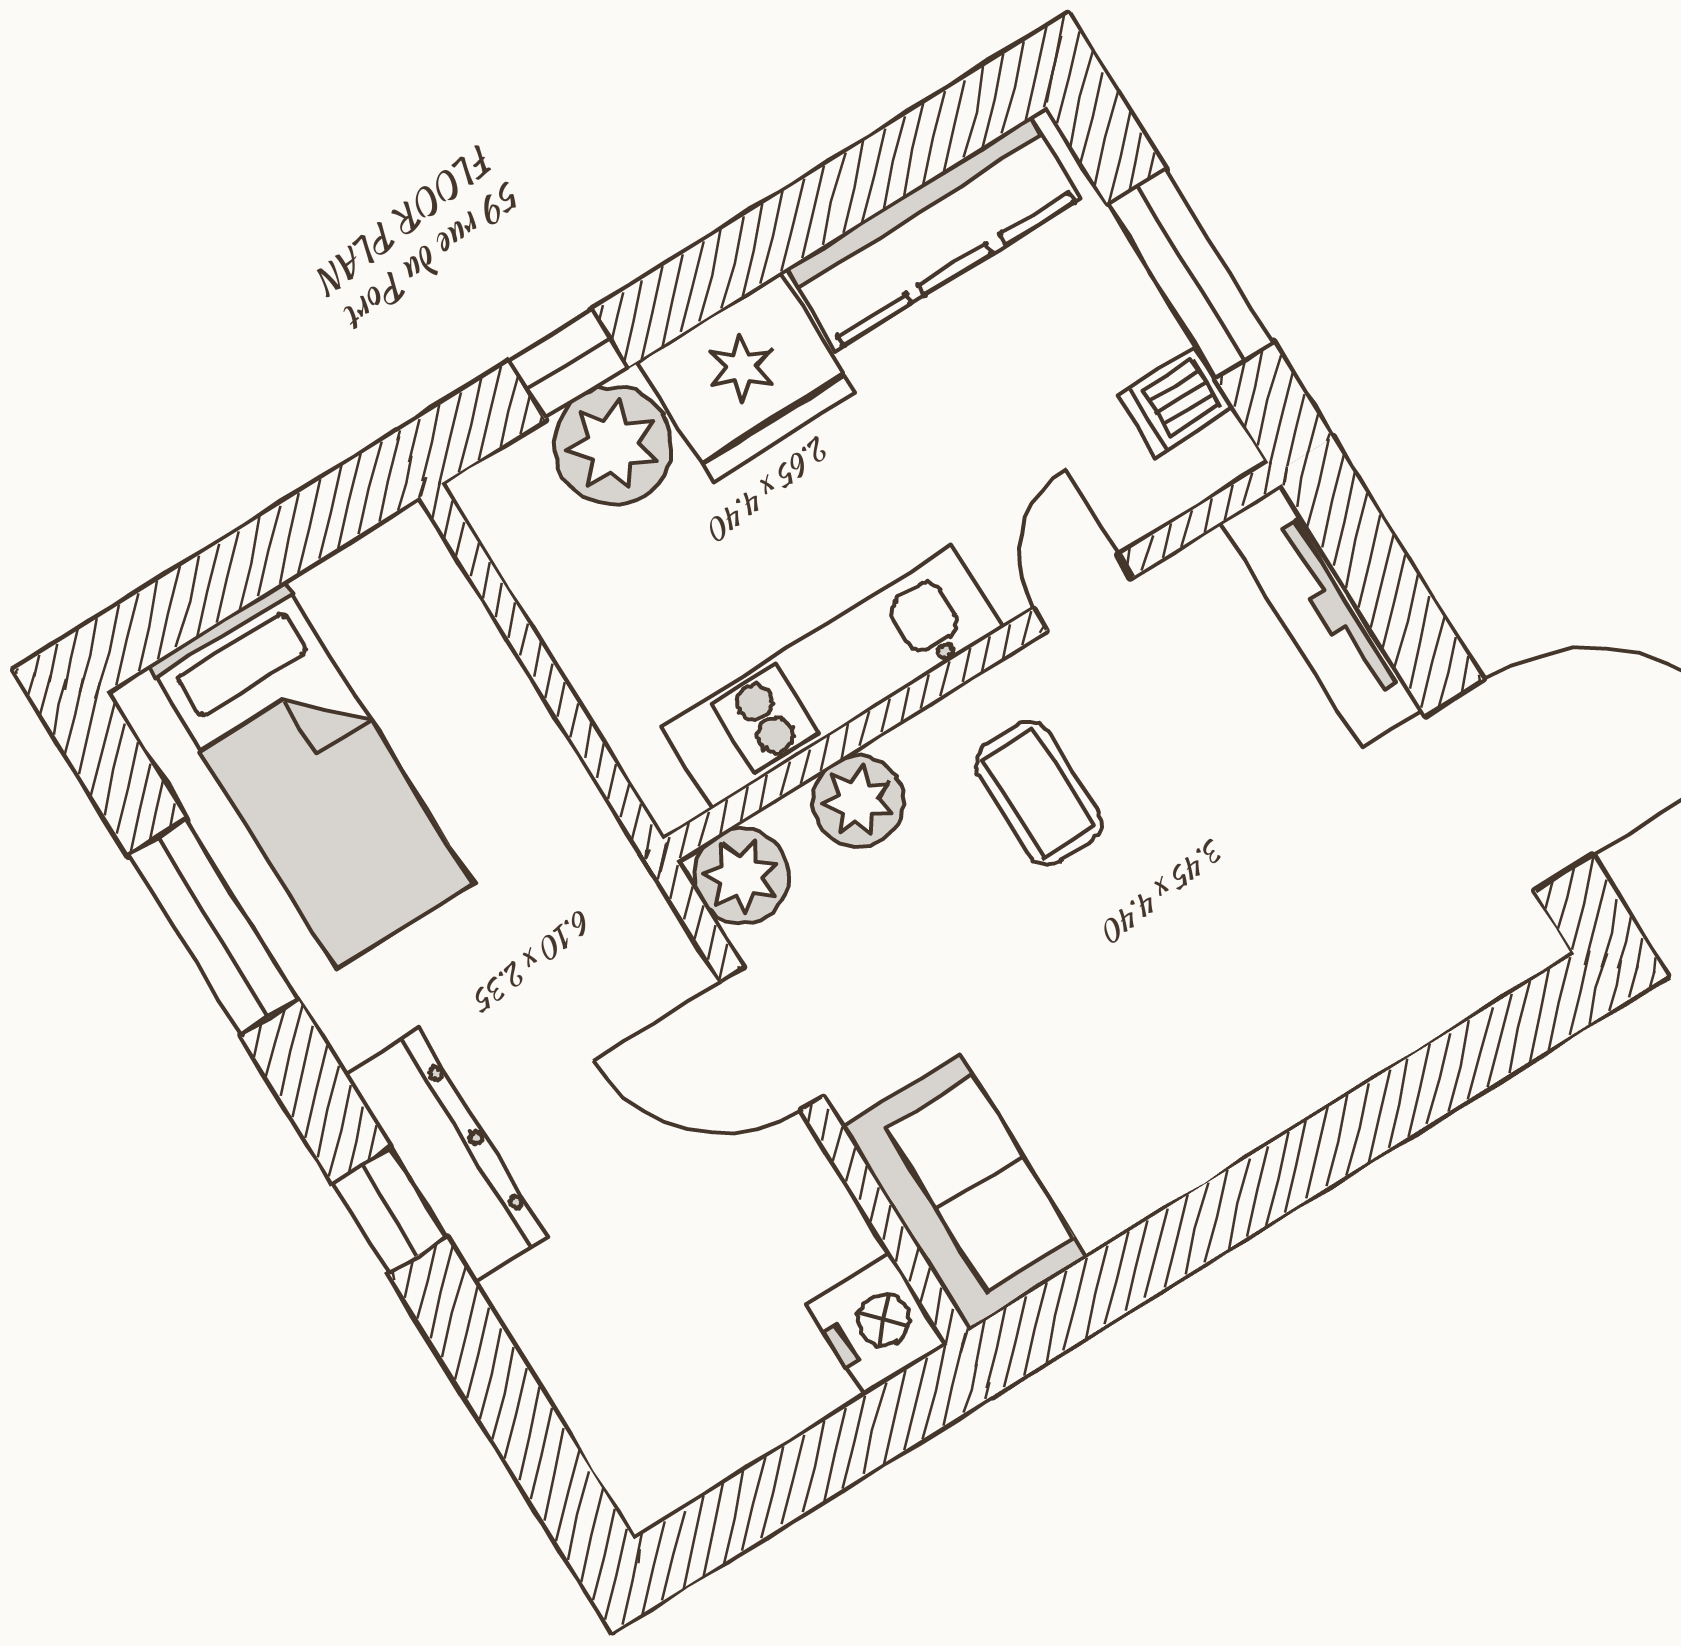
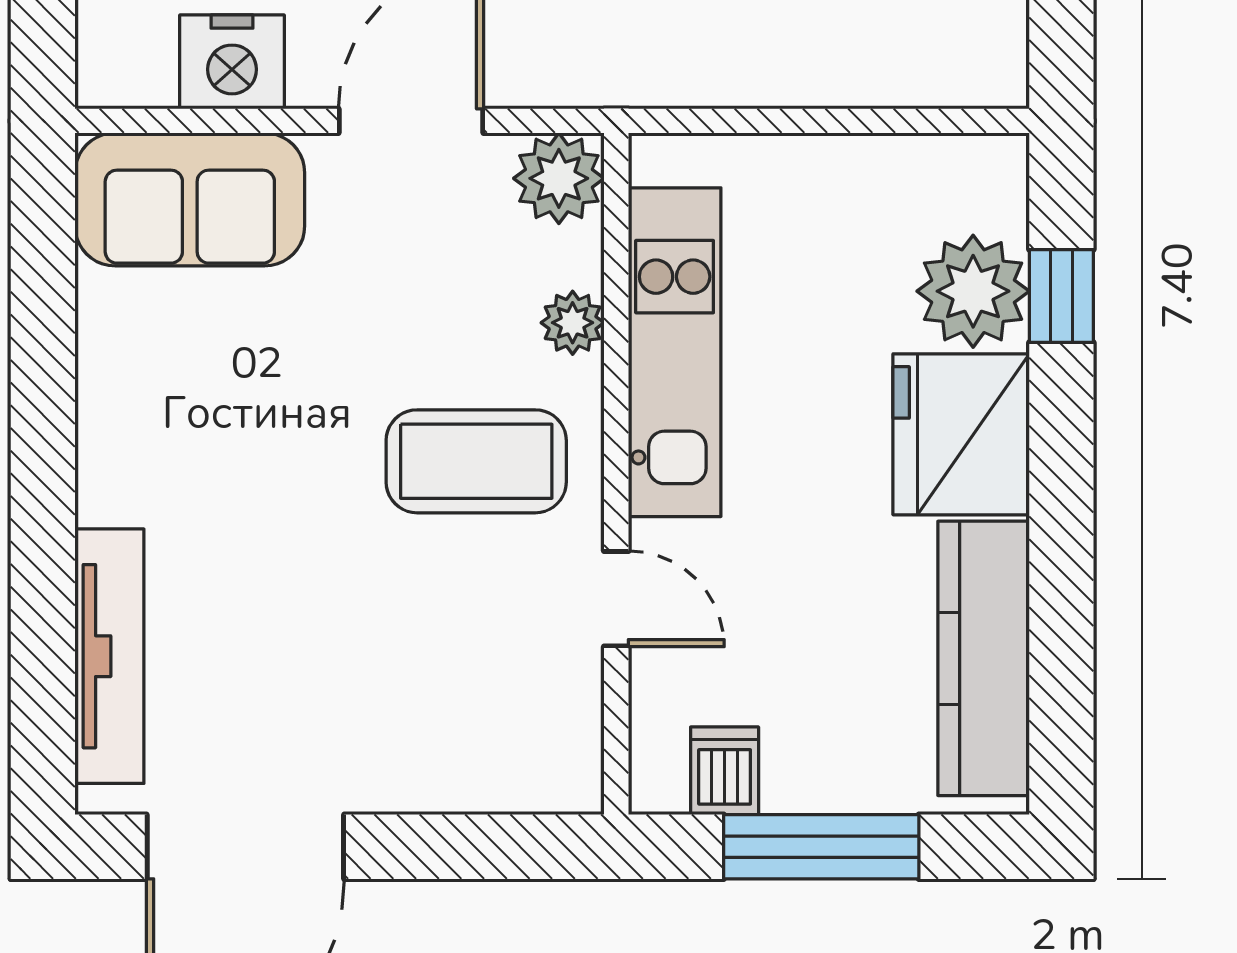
tv unit: (1321, 616) -> (109, 656), moved, turned 90
coffee table: (1039, 793) -> (476, 461), width x1.36, depth x1.30
plant: (858, 801) -> (573, 323), width x0.73, depth x0.73
nightstand: (877, 1324) -> (232, 62), moved

